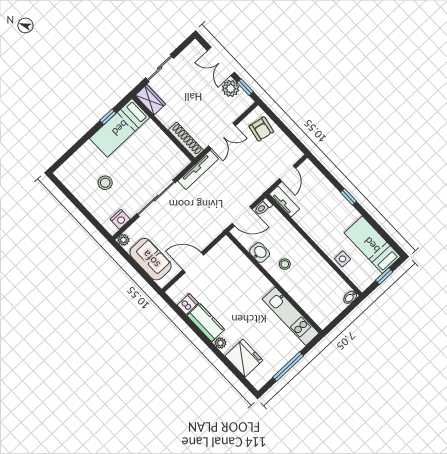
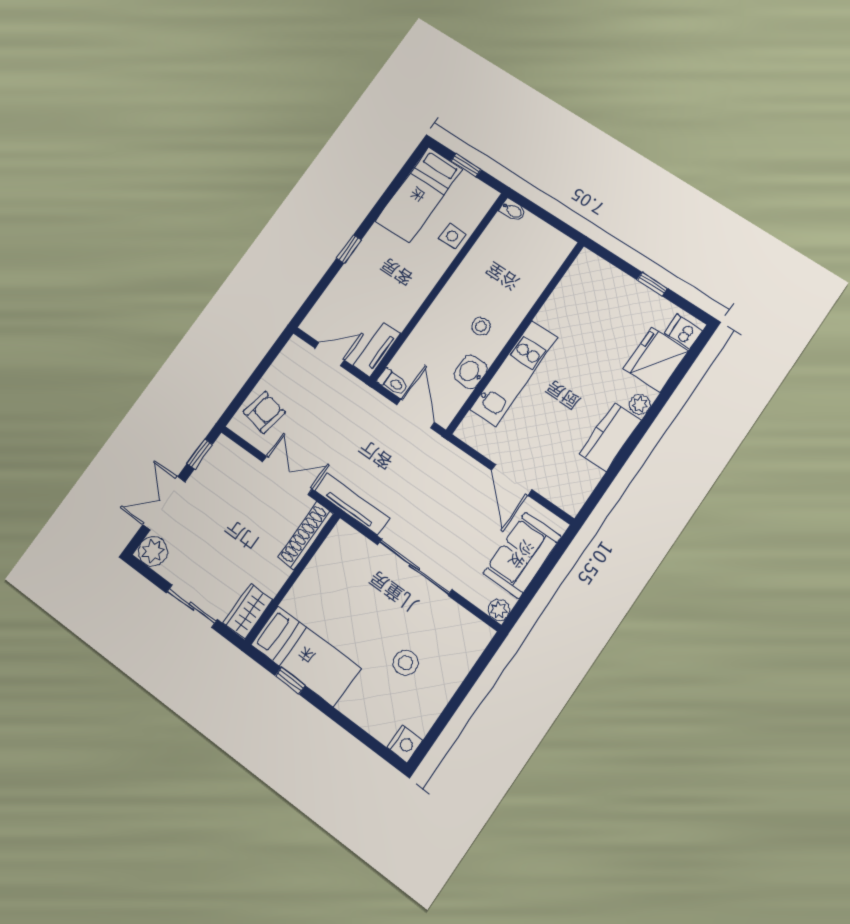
double door: (221, 61) -> (164, 503), swing flipped
plant: (231, 89) -> (153, 551), moved
nightstand: (120, 219) -> (405, 744), moved, turned 90
dishwasher: (188, 304) -> (683, 332), moved
kitchen unit: (291, 316) -> (514, 373), moved
window: (288, 367) -> (652, 284), width x0.46

